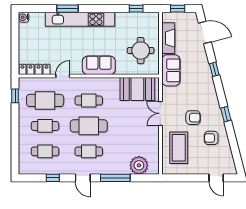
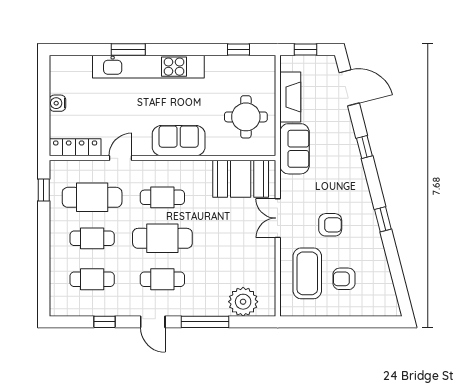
water cooler: (24, 17) -> (57, 103), moved
armchair: (211, 138) -> (344, 279), moved
door: (216, 178) -> (367, 322), removed

